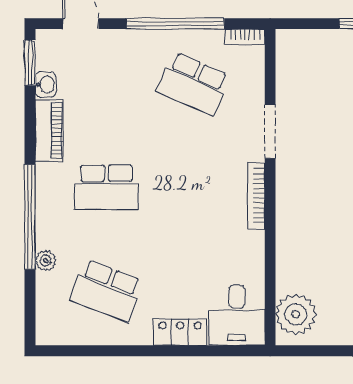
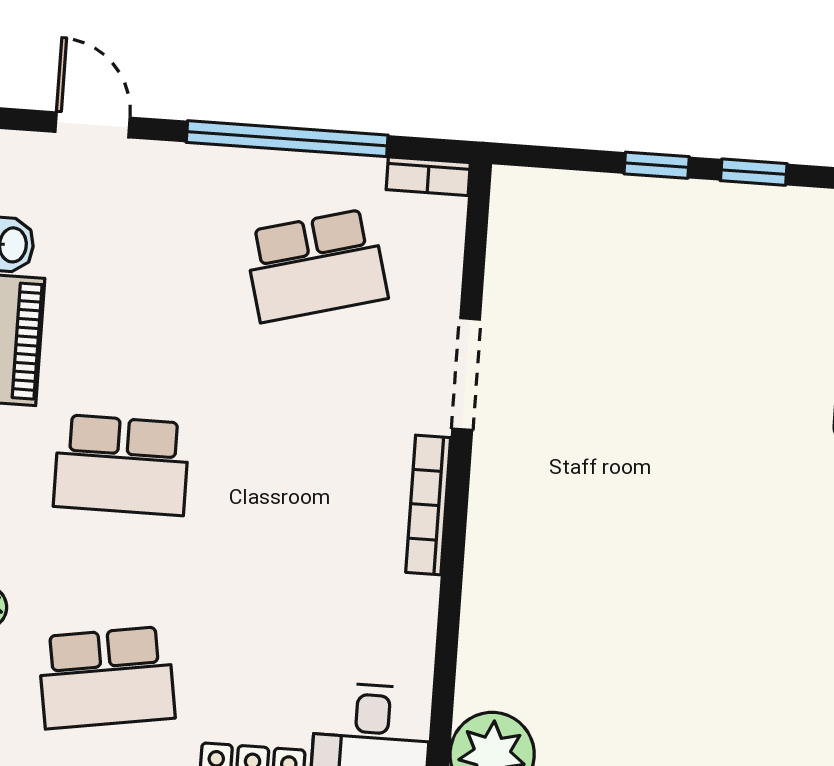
school desk: (194, 84) -> (316, 265), turned -39
school desk: (107, 290) -> (106, 678), turned -30

